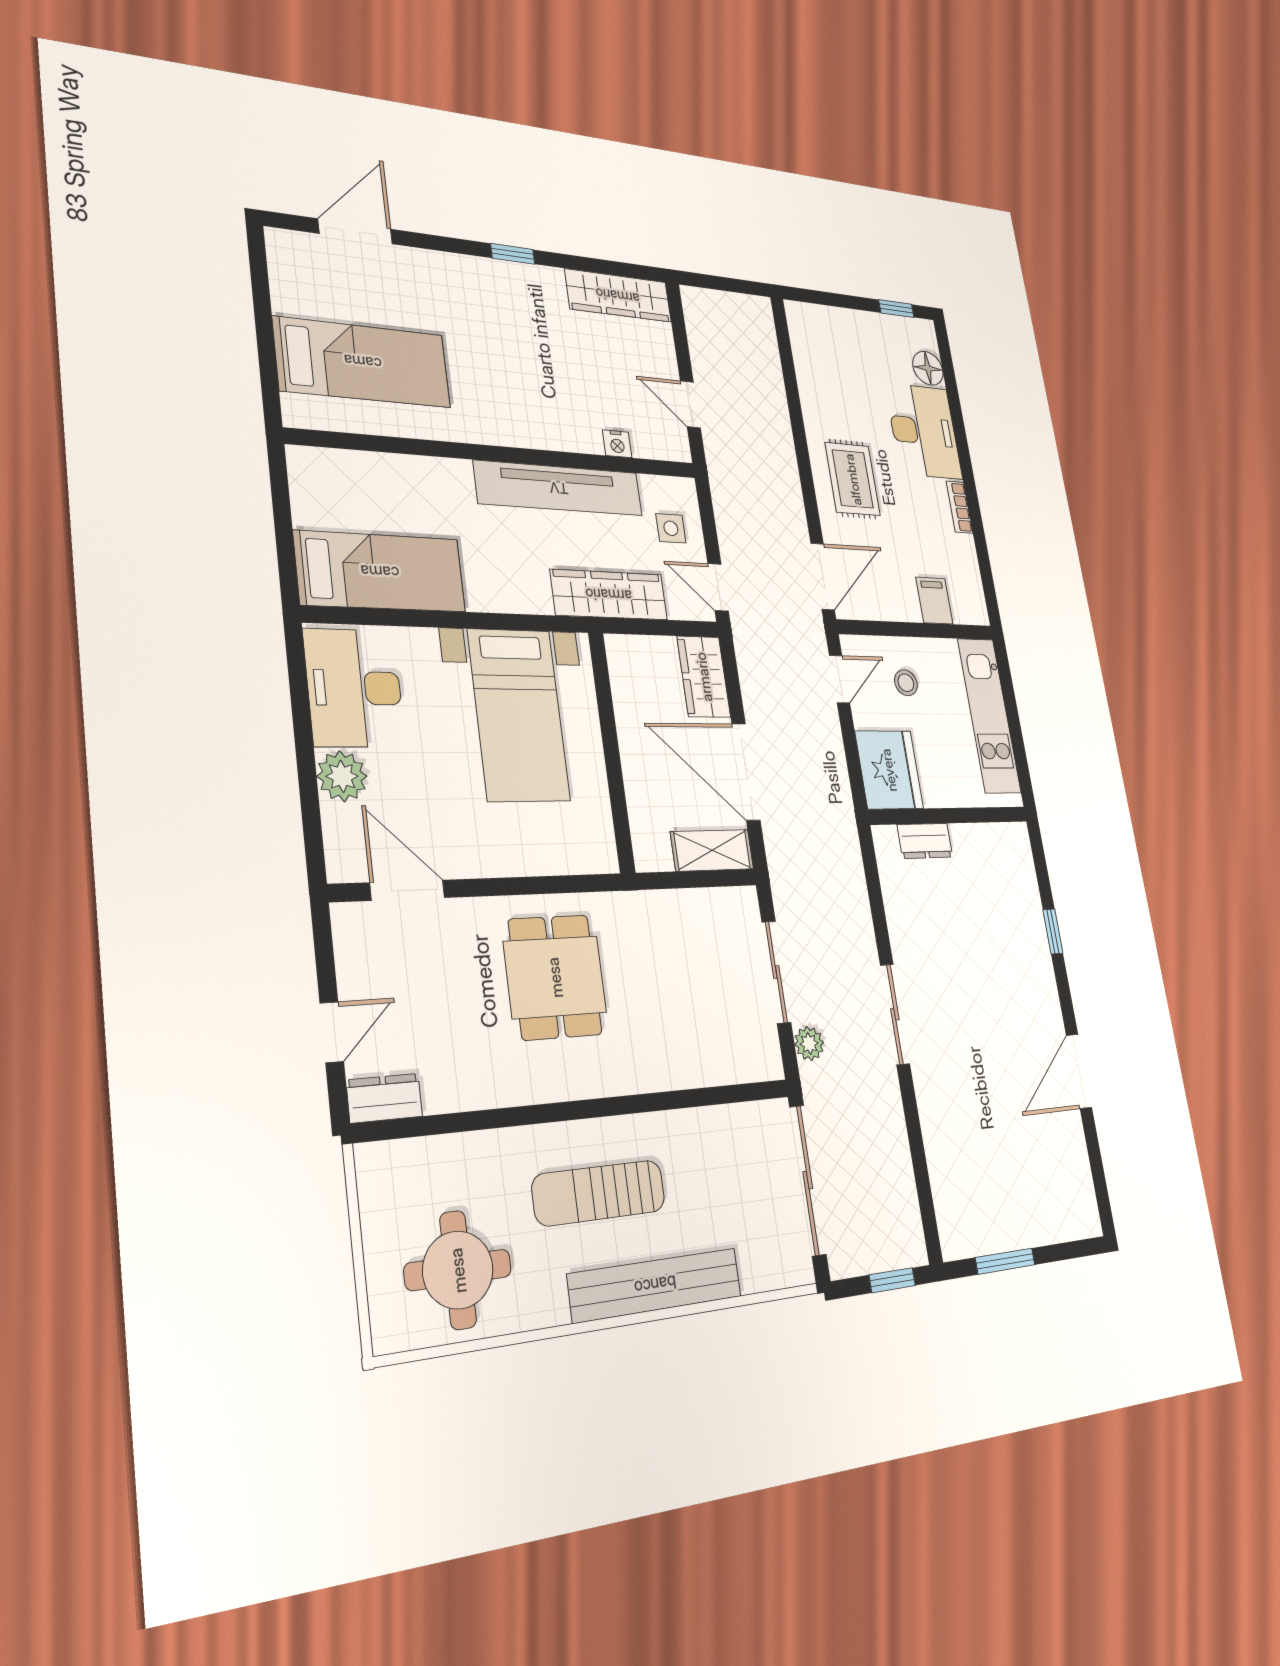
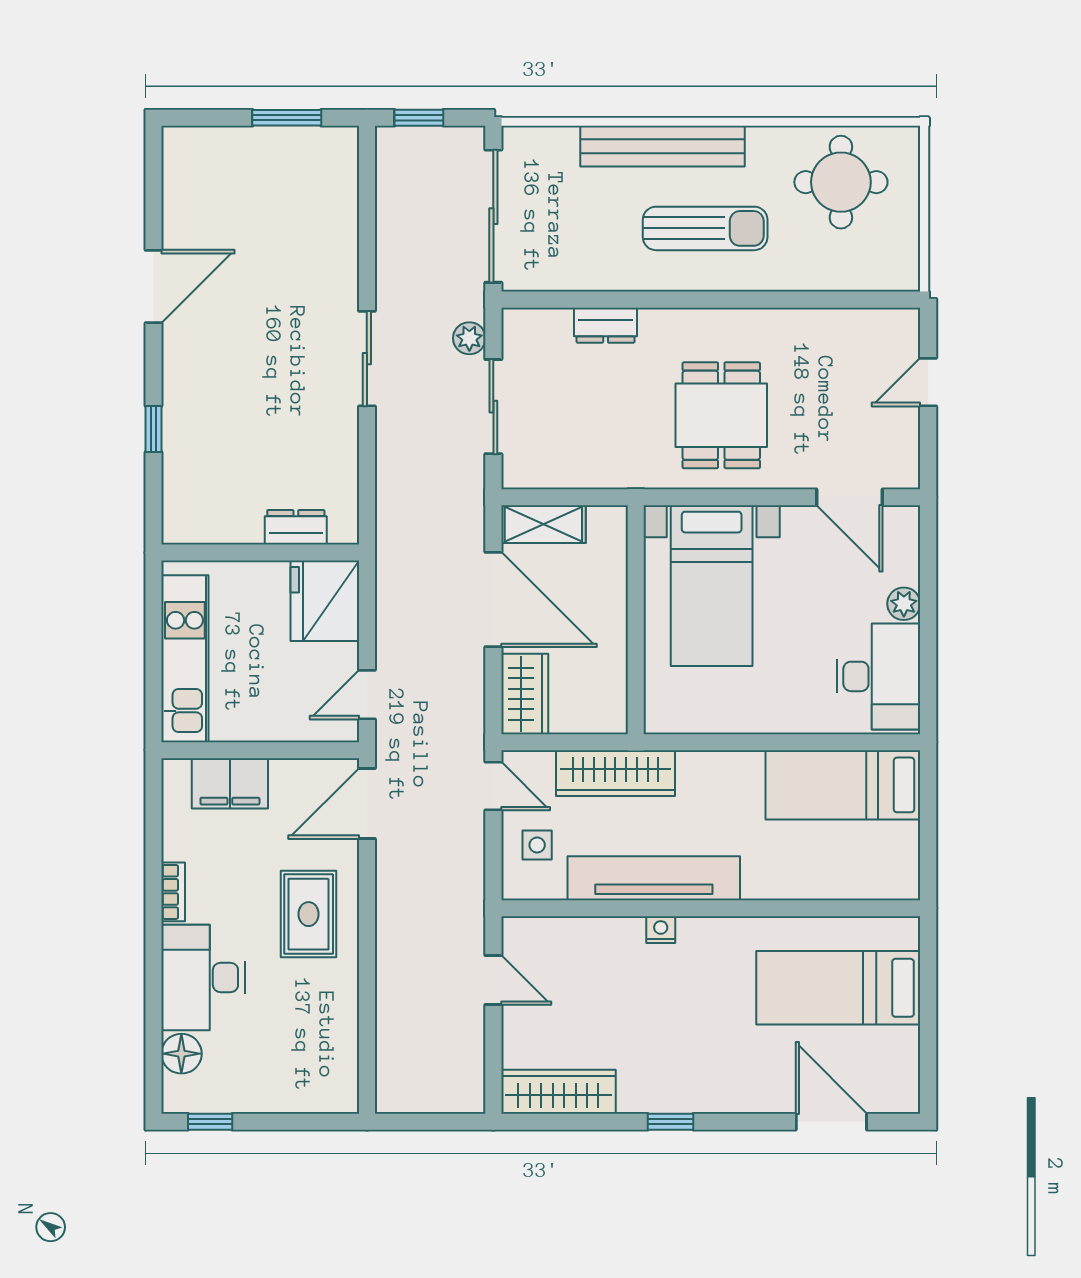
door: (355, 231) -> (831, 1122), swing flipped
nightstand: (617, 444) -> (661, 930), moved
filing cabinet: (934, 601) -> (230, 783), width x2.00
stool: (906, 683) -> (285, 692), removed
bed with nightstands: (519, 715) -> (712, 586), moved, turned 180
plant: (342, 776) -> (904, 604), width x0.73, depth x0.73
dresser: (384, 1098) -> (606, 325), moved

